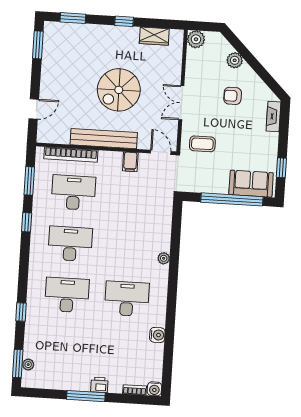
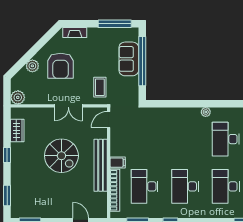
armchair: (233, 96) -> (61, 66), width x1.88, depth x1.88
filing cabinet: (130, 162) -> (118, 163), moved
window: (281, 168) -> (115, 24), width x2.17
sofa: (251, 184) -> (129, 59), moved
plant: (164, 258) -> (206, 112), moved

